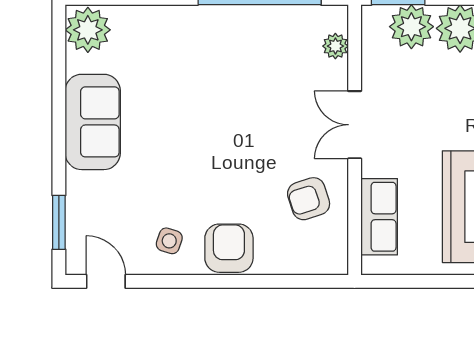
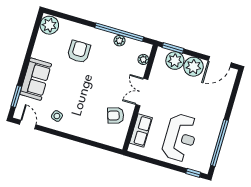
plant: (266, 18) -> (119, 41), added
sofa: (93, 122) -> (36, 79), moved
armchair: (229, 248) -> (79, 52), moved

